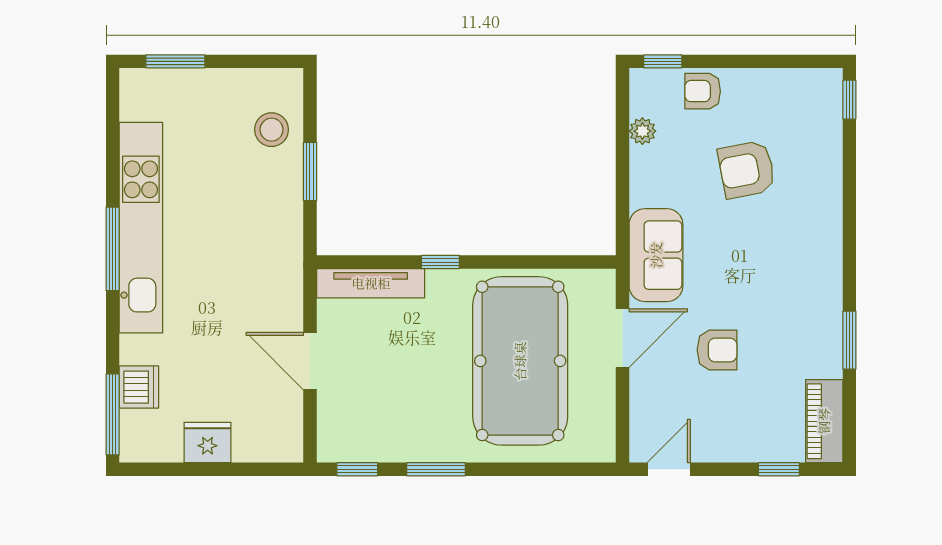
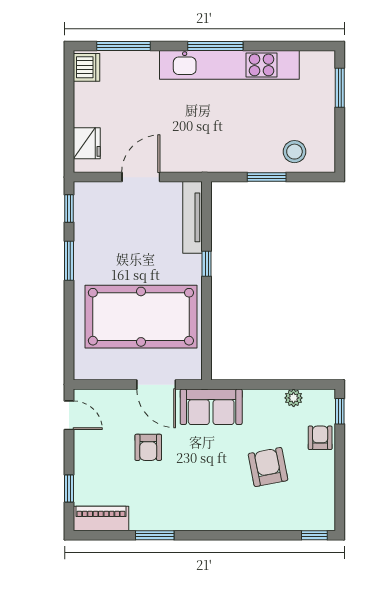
dishwasher: (139, 387) -> (86, 67), moved, turned -90
window: (113, 414) -> (124, 46), moved
fridge: (208, 442) -> (87, 143), moved

